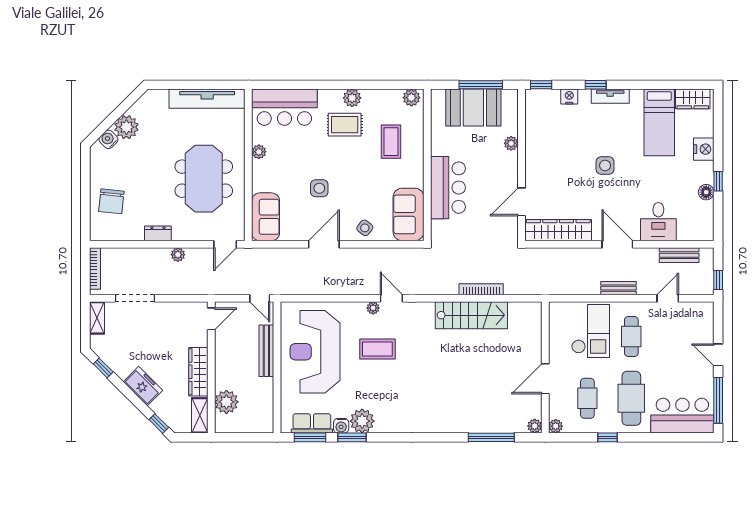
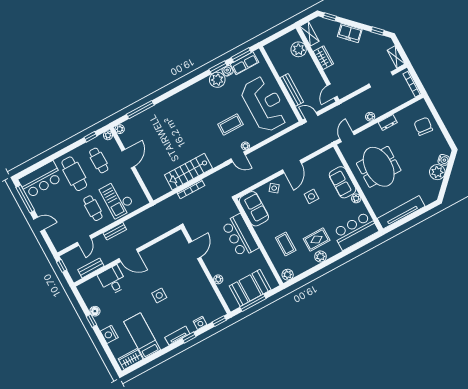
sofa: (266, 217) -> (343, 182), moved
wardrobe: (558, 230) -> (166, 245), removed
wardrobe: (198, 372) -> (323, 58), width x0.67
window: (607, 437) -> (91, 137), moved

